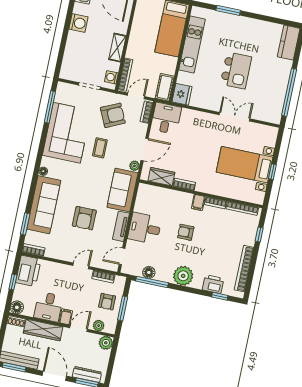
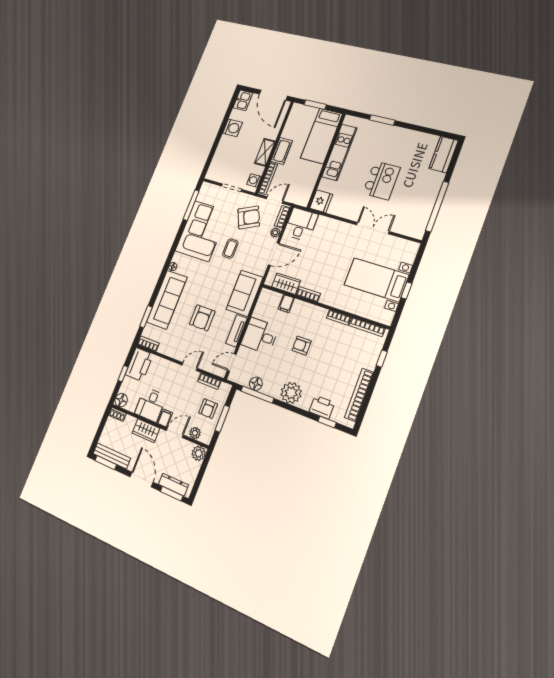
cot: (165, 87) -> (282, 151), moved
plant: (134, 166) -> (275, 233), moved
filing cabinet: (198, 202) -> (286, 304), moved
wardrobe: (43, 330) -> (146, 431), width x0.67

